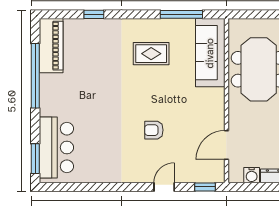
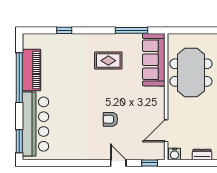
piano: (51, 46) -> (31, 70), moved
bar counter: (56, 147) -> (35, 124), width x1.36
water cooler: (252, 175) -> (175, 154), moved
door: (164, 187) -> (118, 163), hinge flipped

